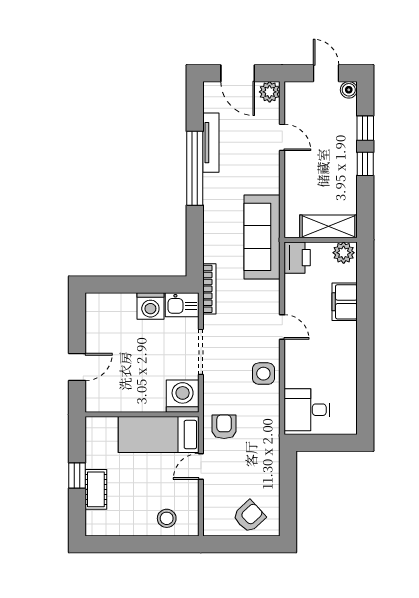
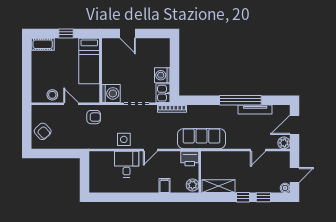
shelving: (328, 226) -> (219, 186), moved, turned 90
filing cabinet: (345, 302) -> (165, 186), width x0.50
desk: (307, 410) -> (127, 164), moved
bed: (159, 435) -> (89, 61), moved, turned 180
cot: (96, 489) -> (43, 44), moved
stool: (167, 518) -> (52, 95), moved

